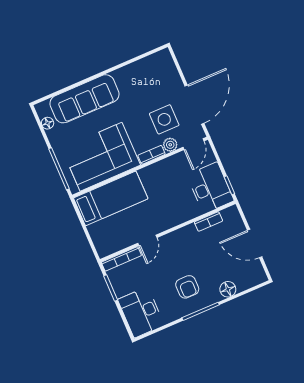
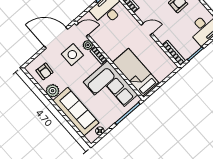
armchair: (153, 74) -> (45, 71), added
plant: (124, 76) -> (53, 91), added
door: (147, 240) -> (147, 29), moved

